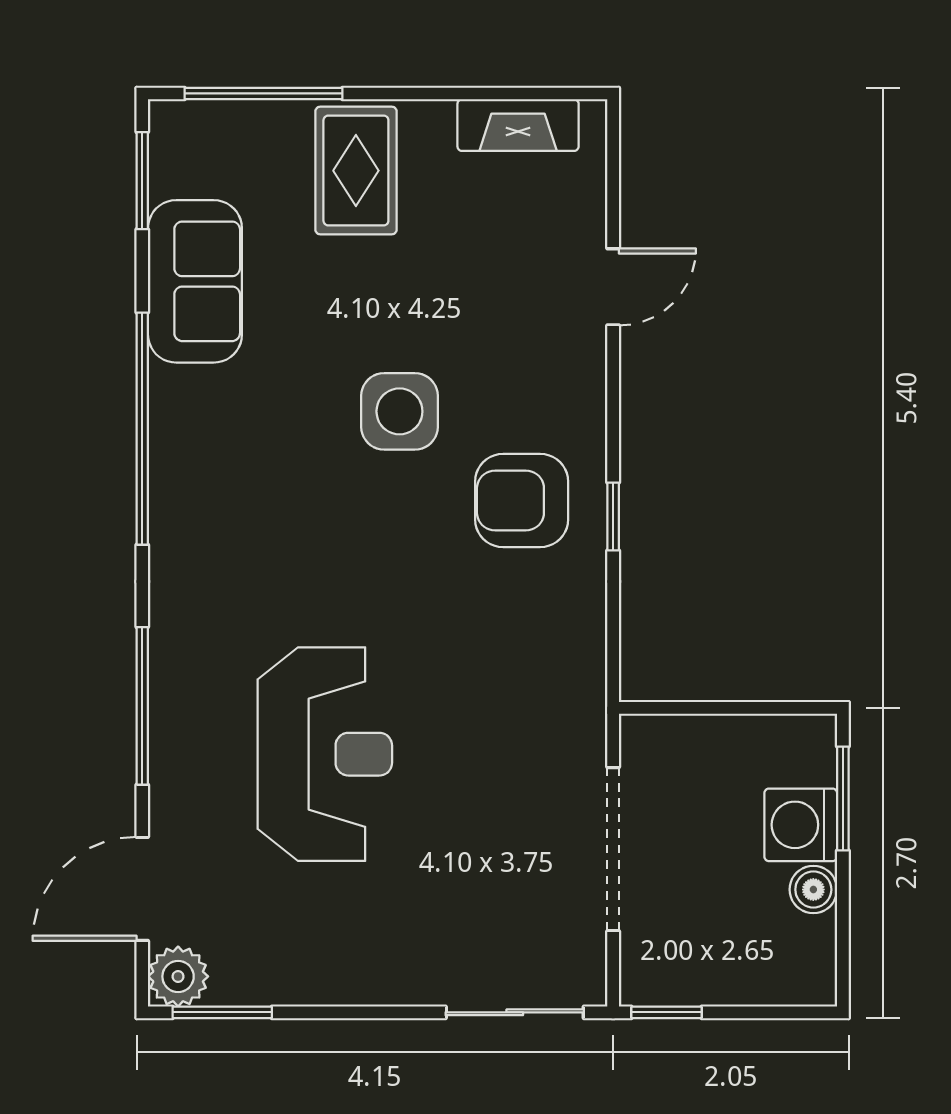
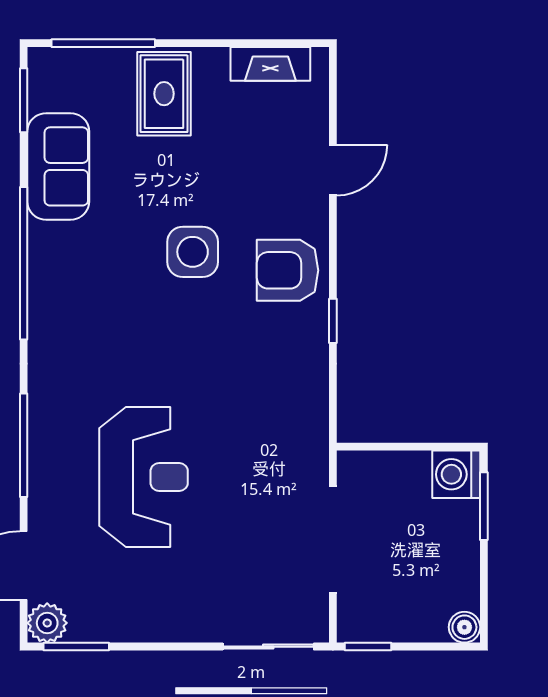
armchair: (522, 500) -> (288, 270), moved
washing machine: (801, 825) -> (456, 474), moved
boiler: (813, 890) -> (464, 627), moved

